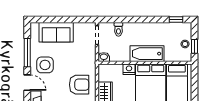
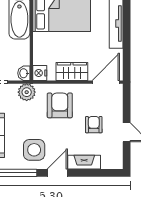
plant: (89, 59) -> (27, 92), added
nightstand: (129, 69) -> (40, 73), moved

